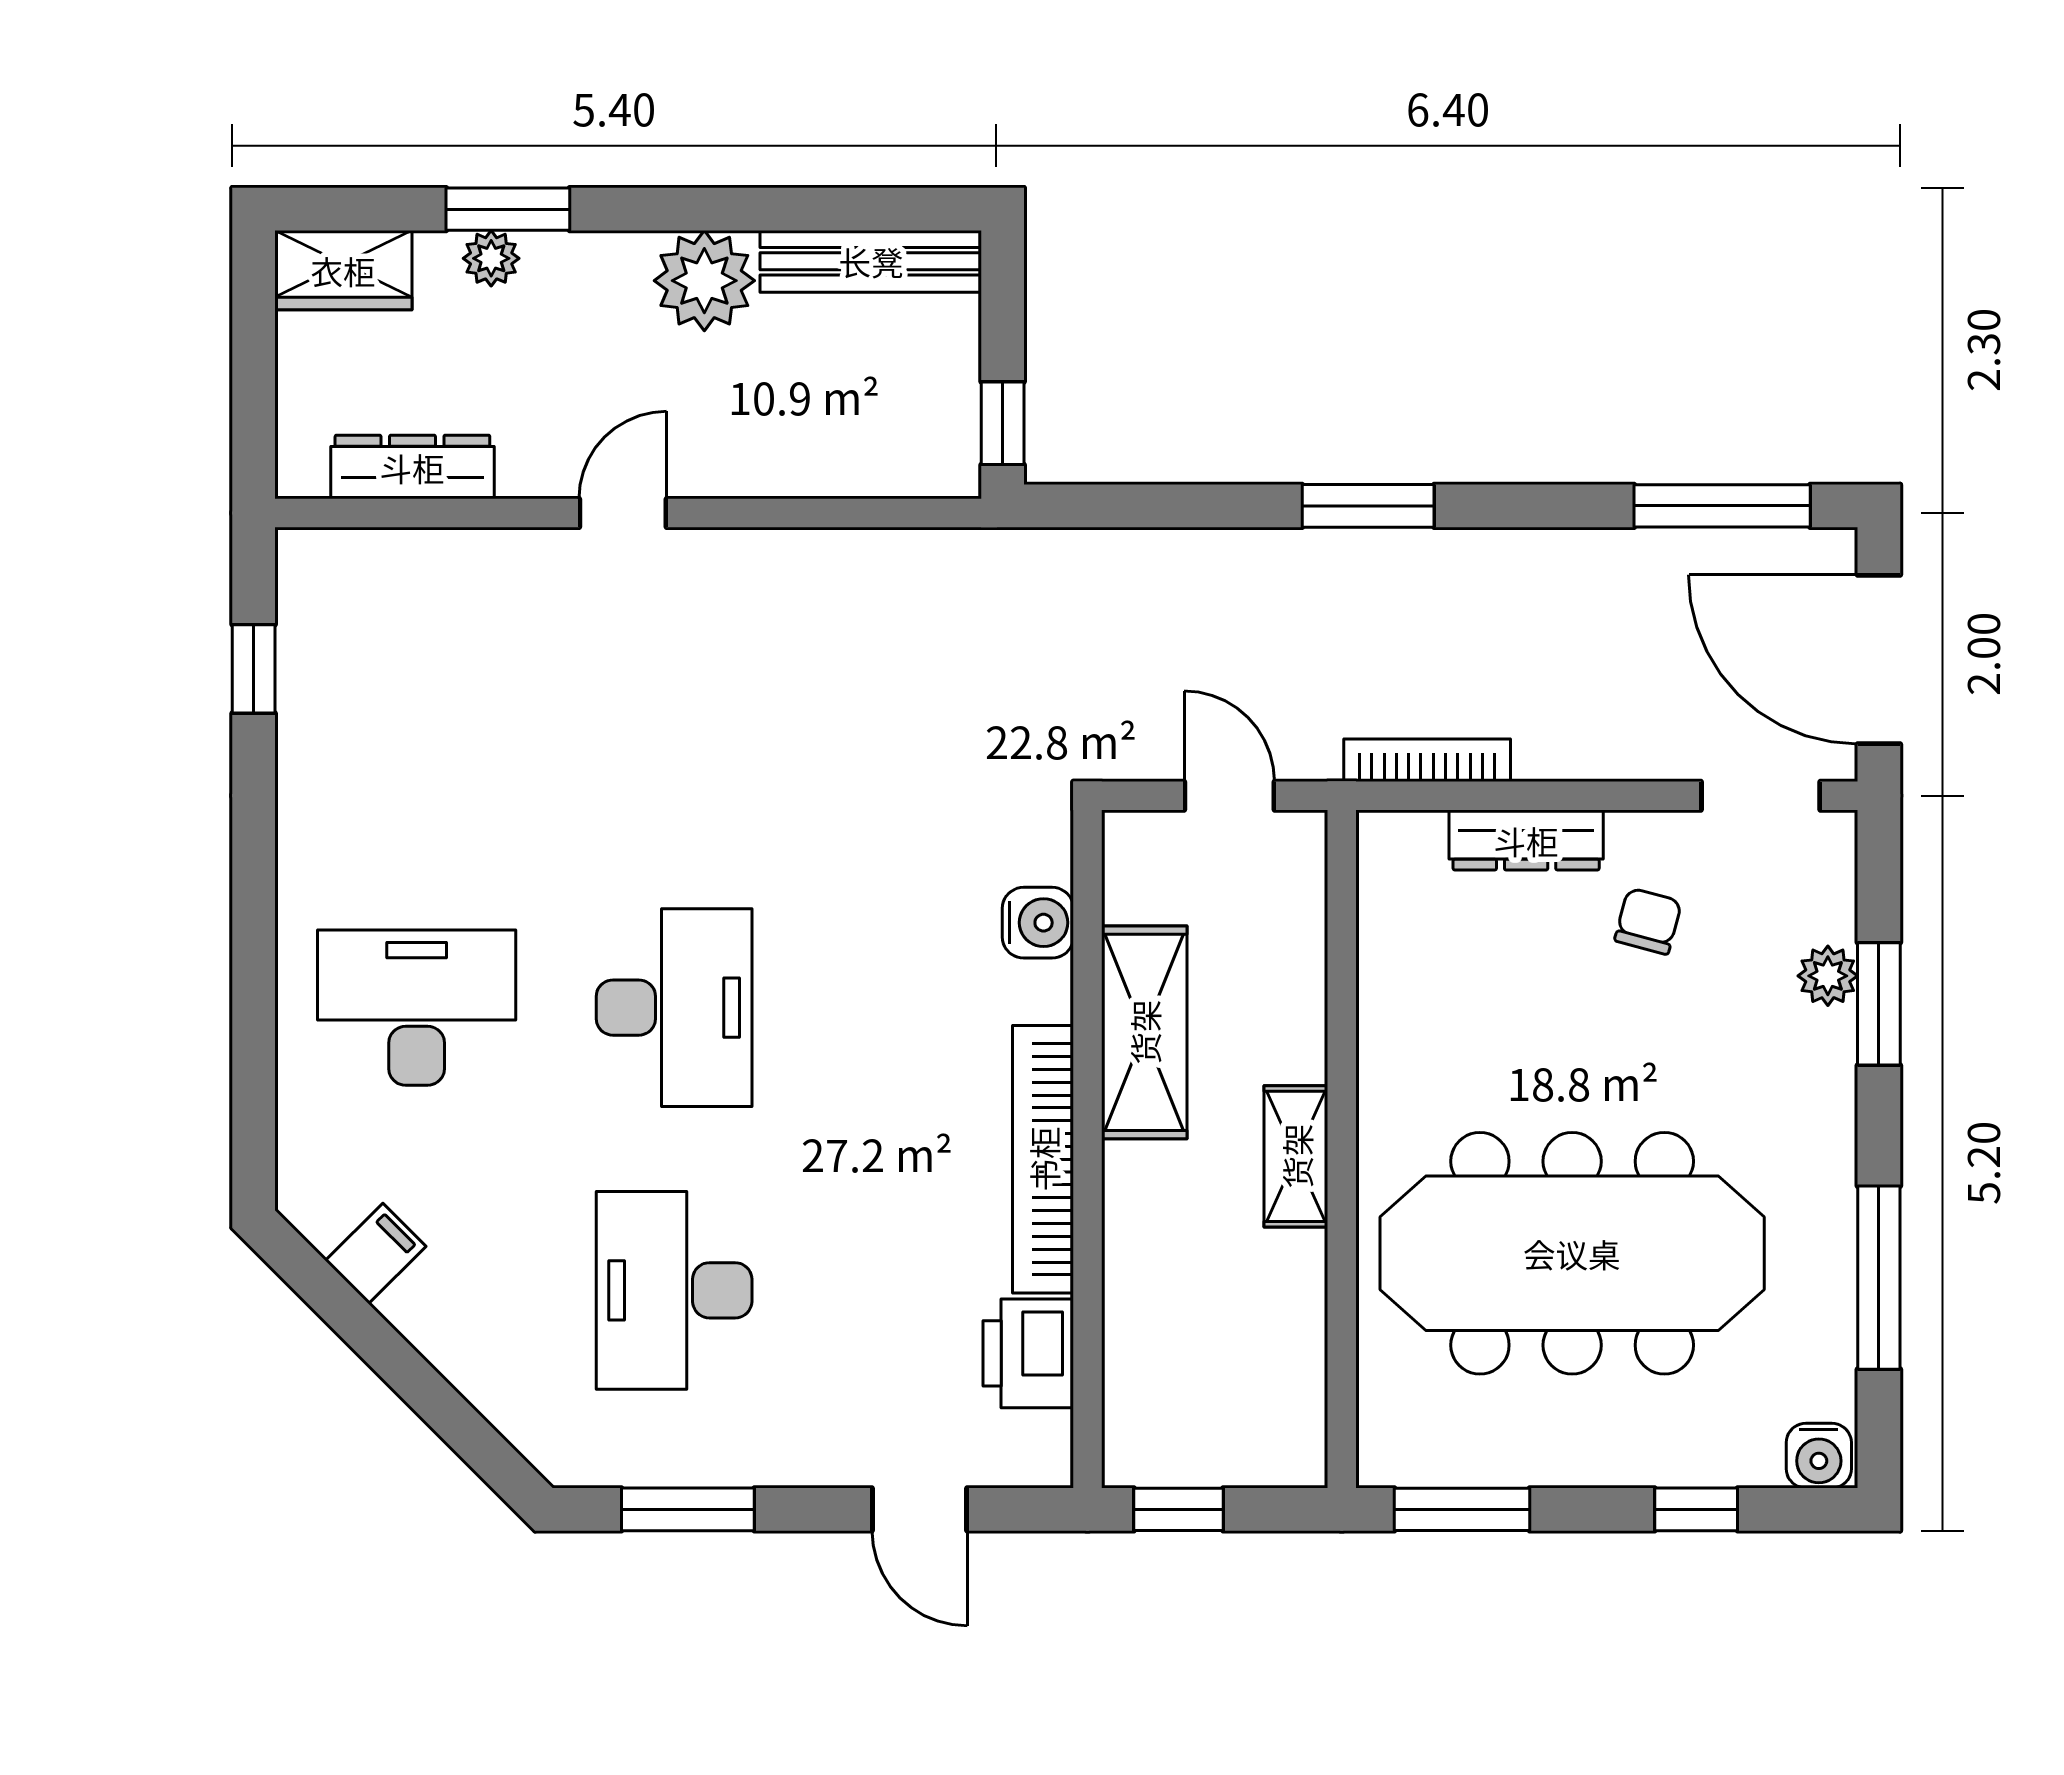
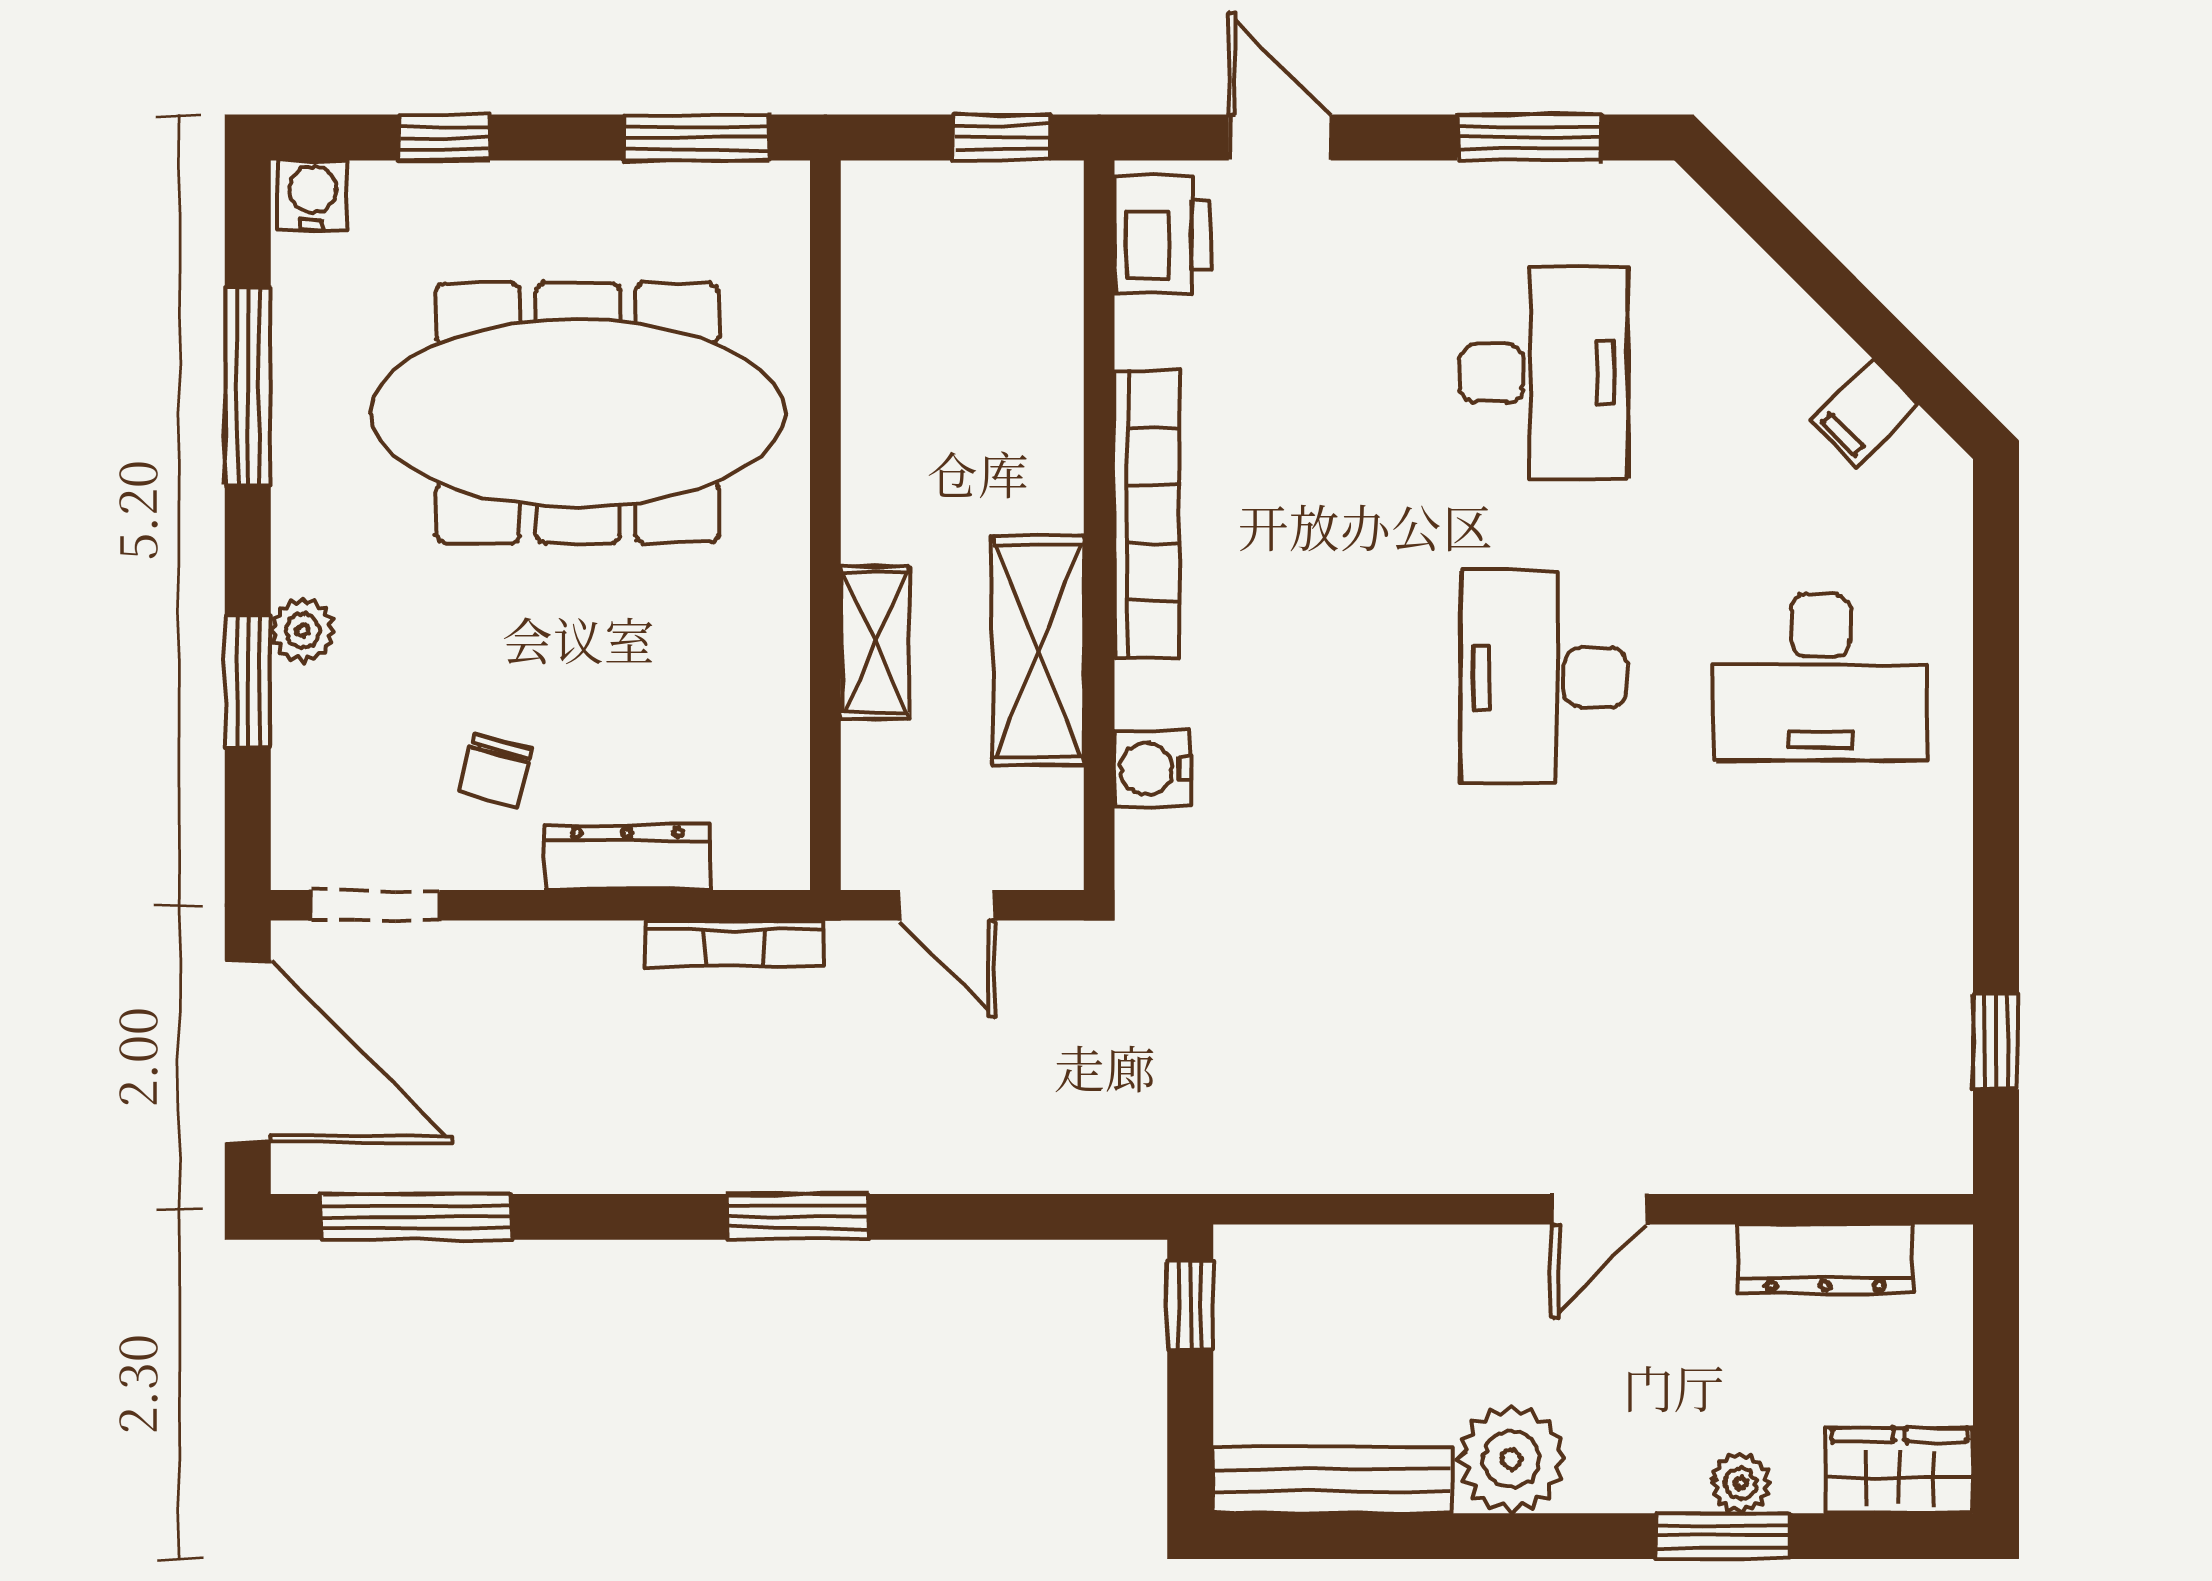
plant: (1828, 976) -> (303, 630), moved
shelving: (1296, 1156) -> (875, 643), moved
printer: (1028, 1353) -> (1163, 234), moved

